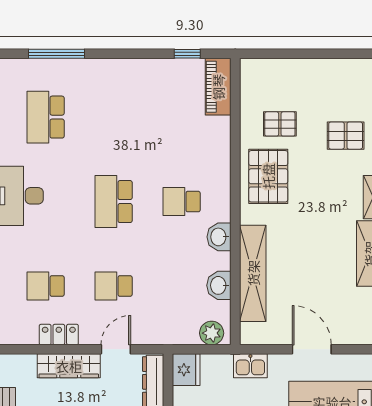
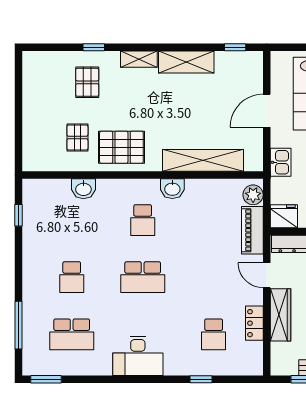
piano: (218, 87) -> (252, 230), moved, turned 90
washbasin: (219, 285) -> (83, 189), moved
school desk: (114, 286) -> (72, 277), moved

